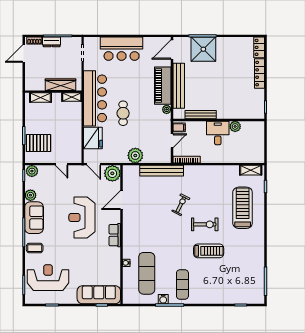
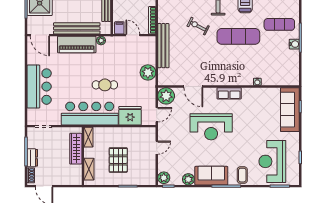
pallet: (38, 143) -> (118, 160), moved
exercise mat: (147, 273) -> (238, 36), moved

